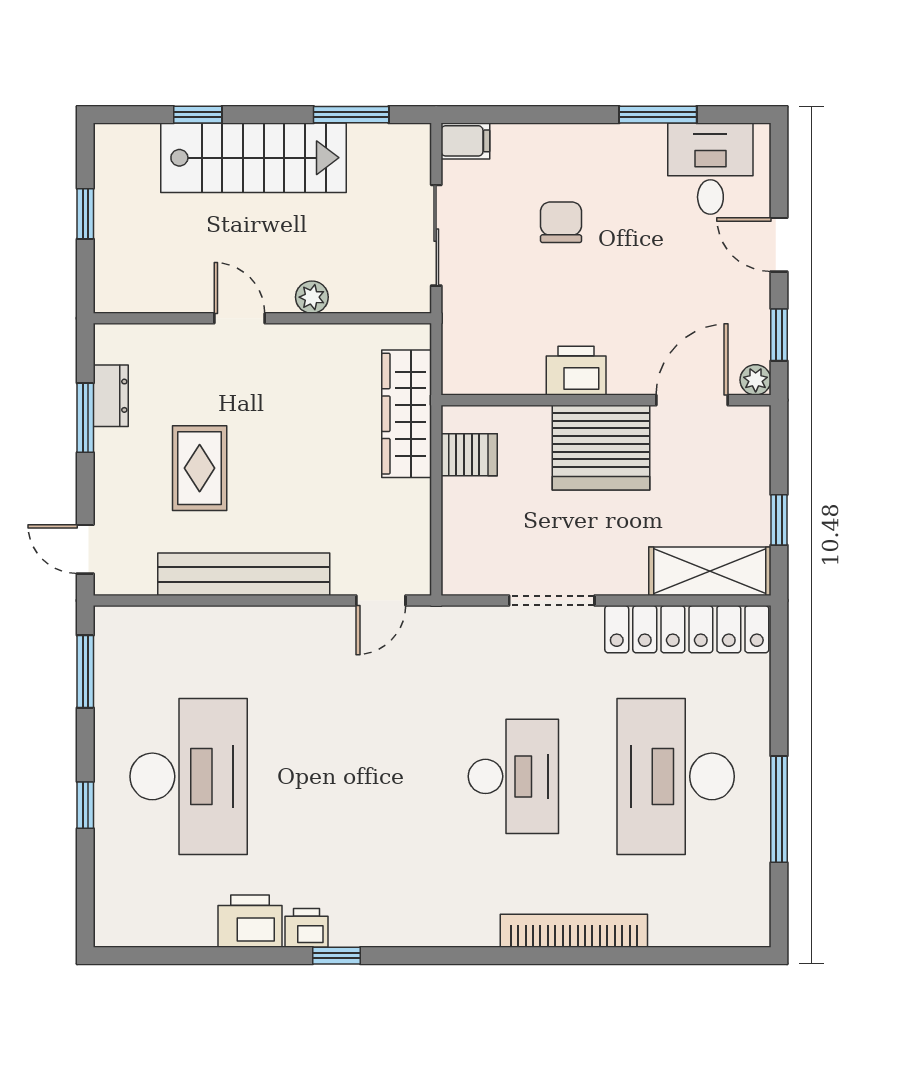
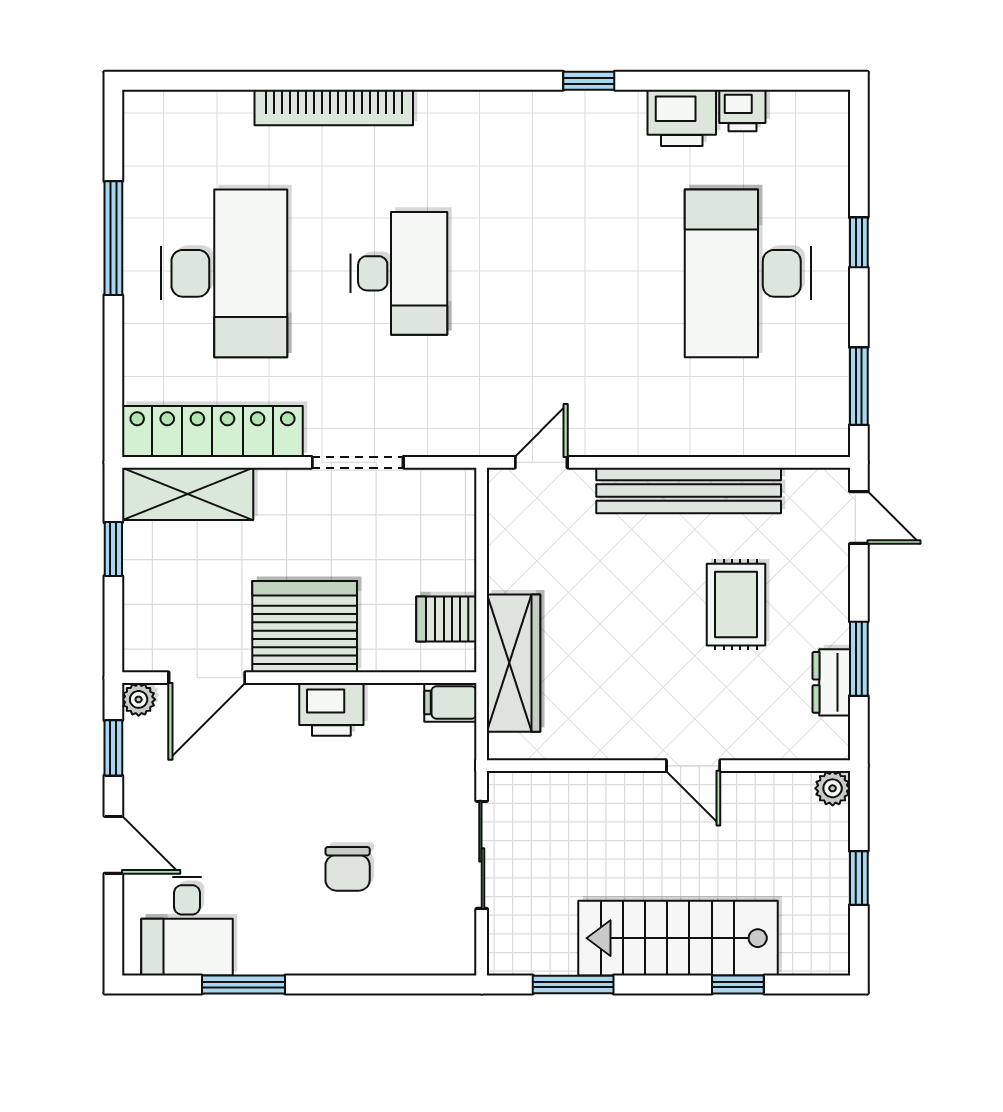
filing cabinet: (465, 141) -> (450, 702), moved
plant: (312, 297) -> (833, 788), moved
desk: (513, 776) -> (399, 273), turned 180
printer: (307, 928) -> (742, 111), moved

